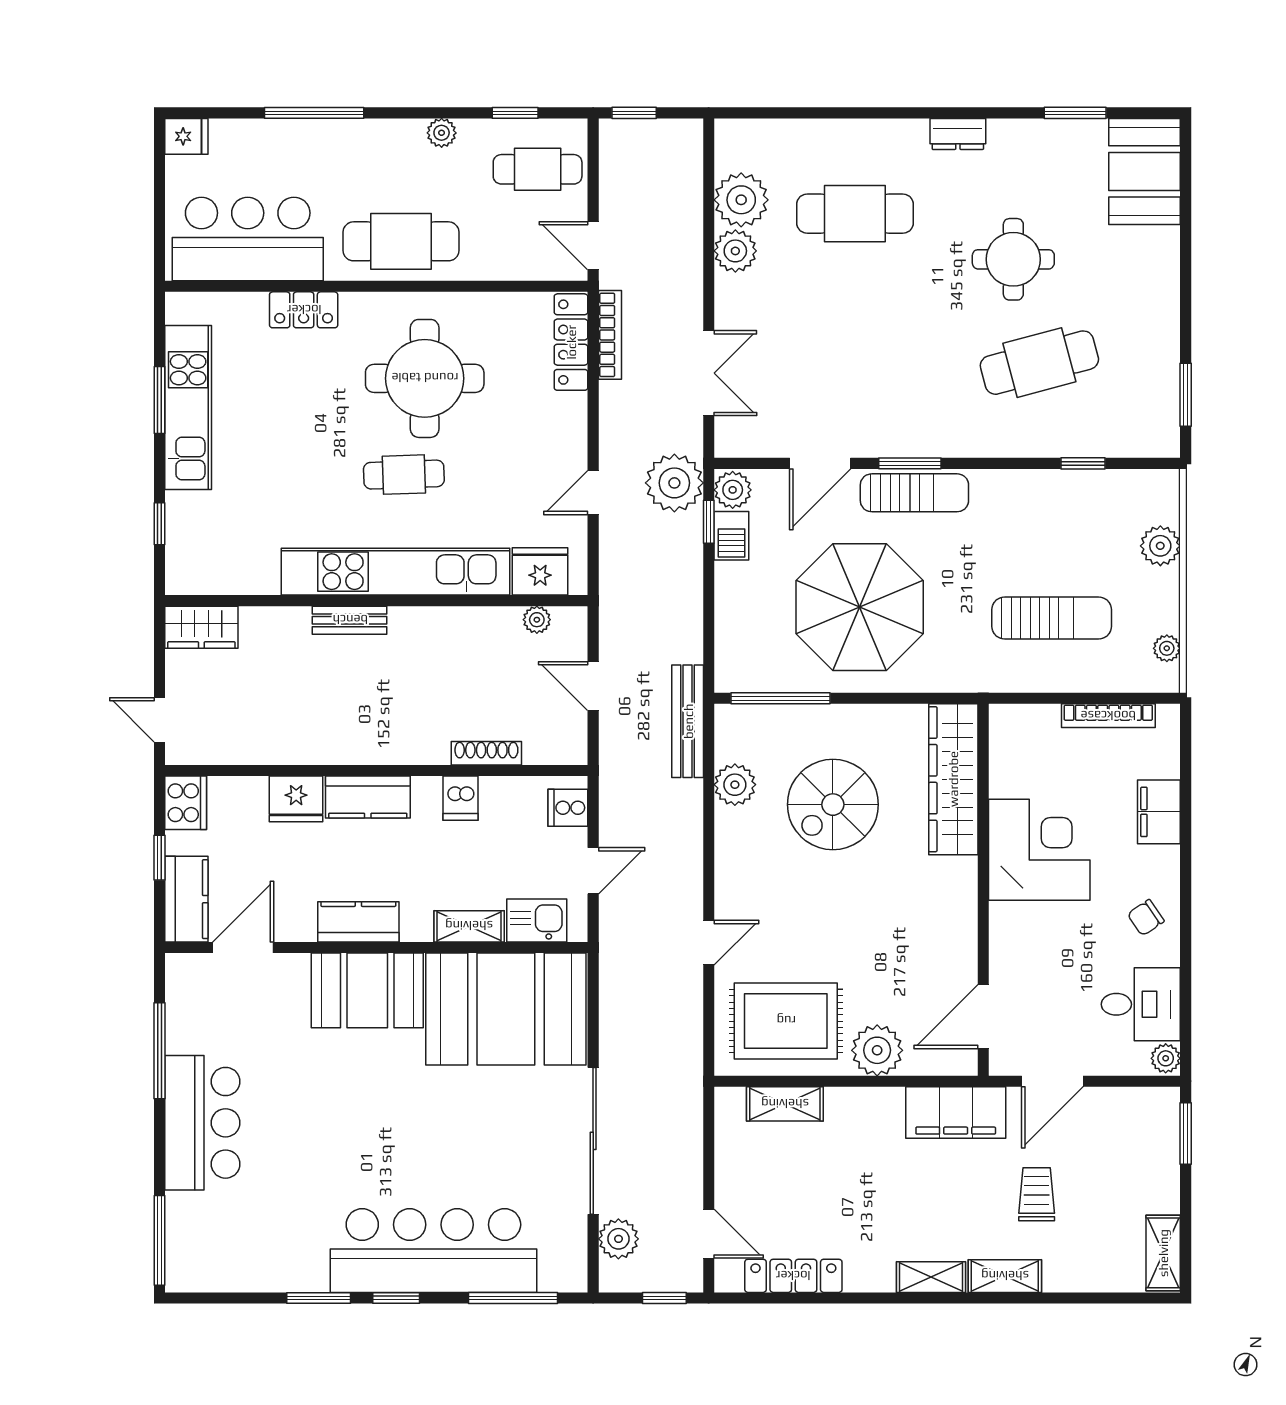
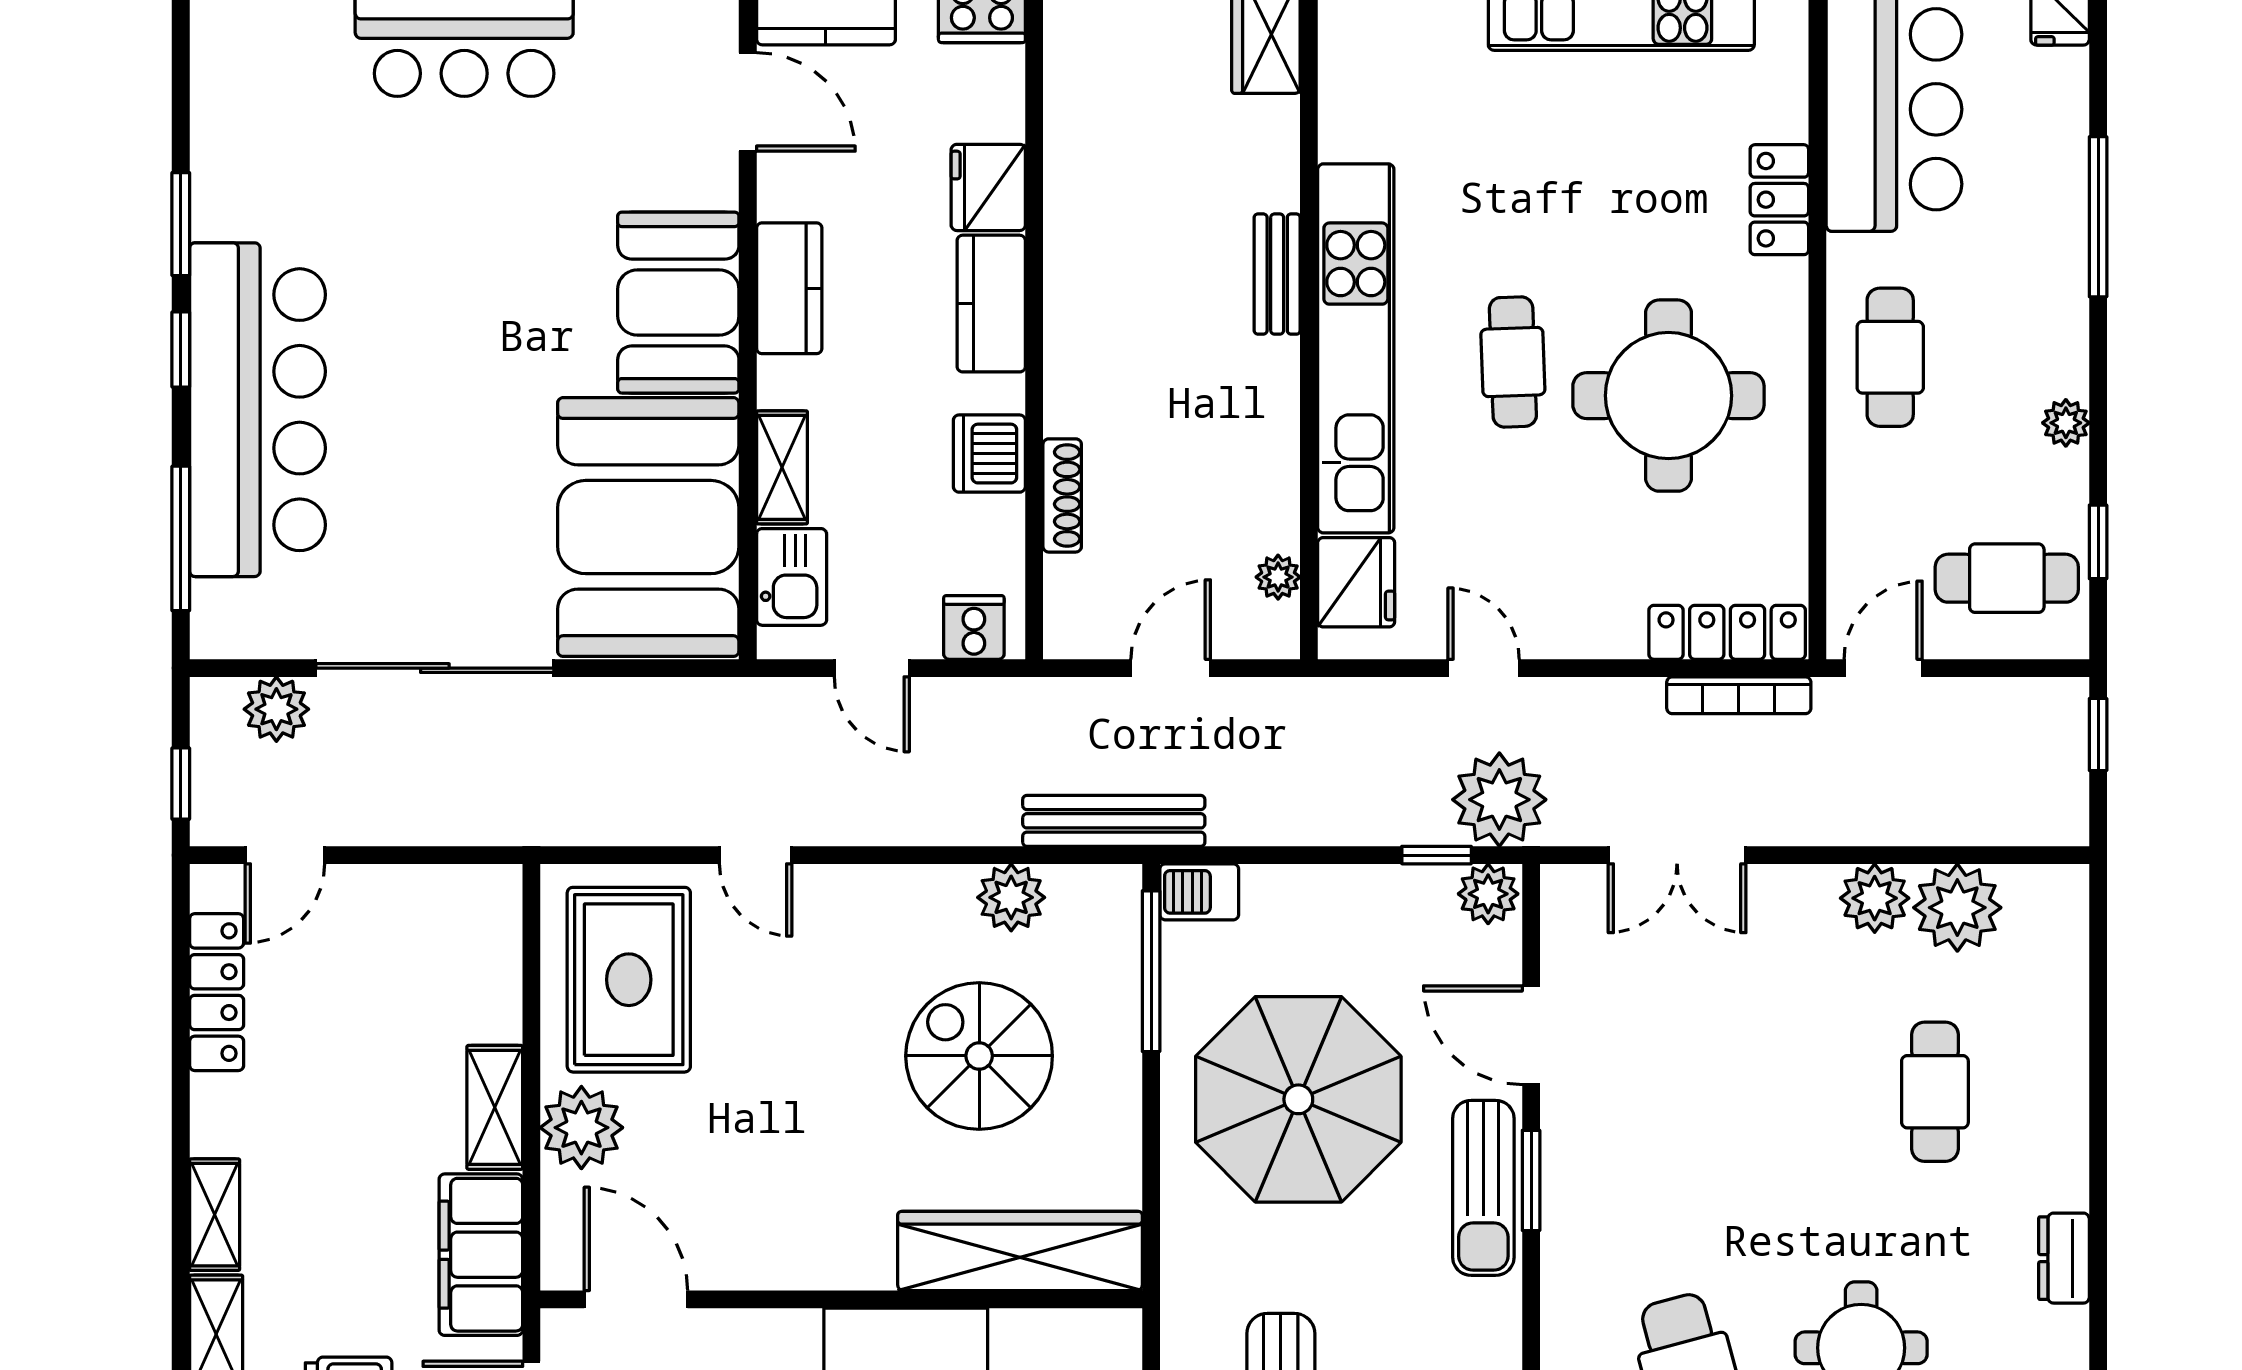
cafe table: (538, 169) -> (2007, 578), turned 90
cafe table: (855, 214) -> (1935, 1092), width x0.73, depth x0.74
cafe table: (401, 241) -> (1890, 357), width x0.73, depth x0.74
barbecue: (731, 536) -> (1199, 892), moved
dishwasher: (460, 798) -> (989, 454), width x1.38
shelving: (785, 1104) -> (495, 1107), moved

